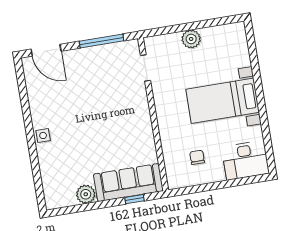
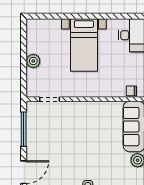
chair: (197, 157) -> (131, 91), moved

